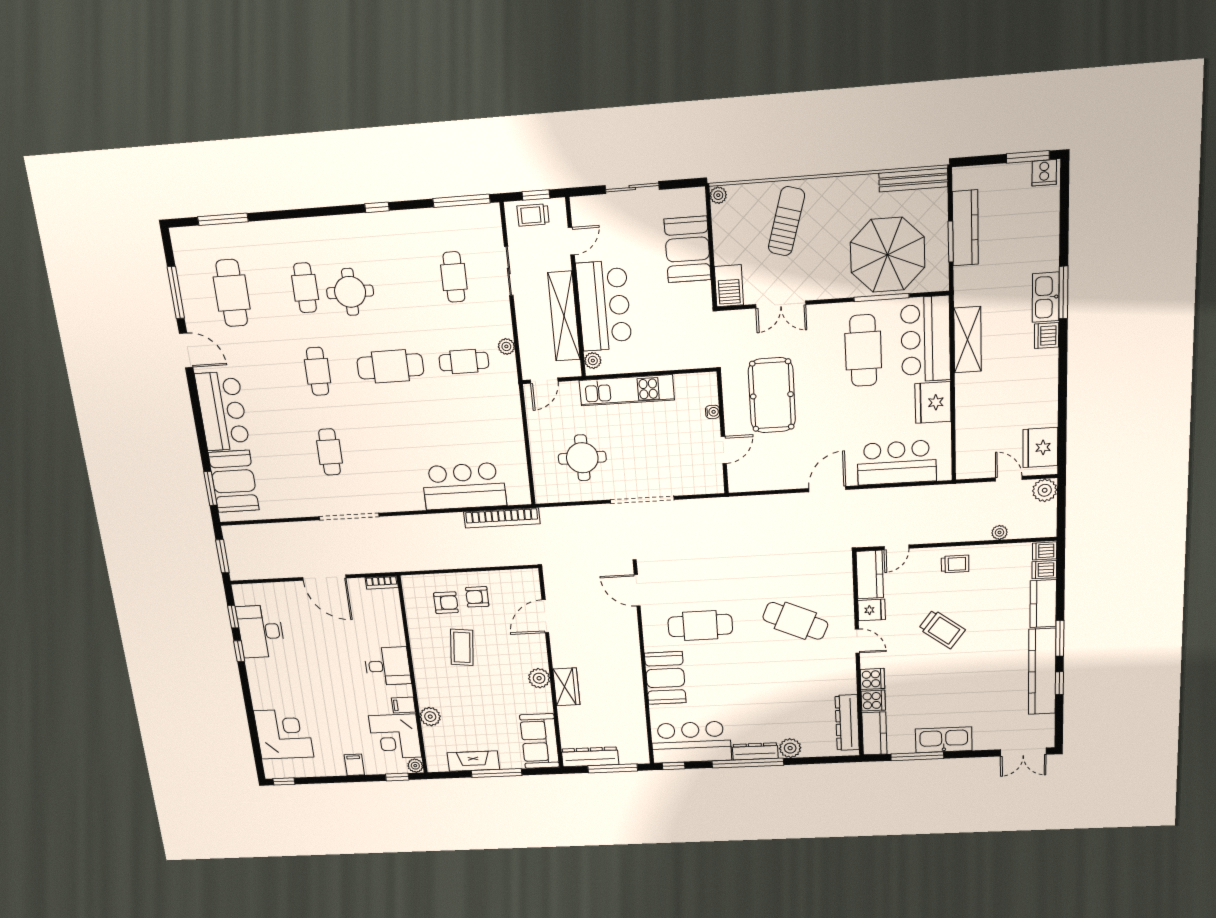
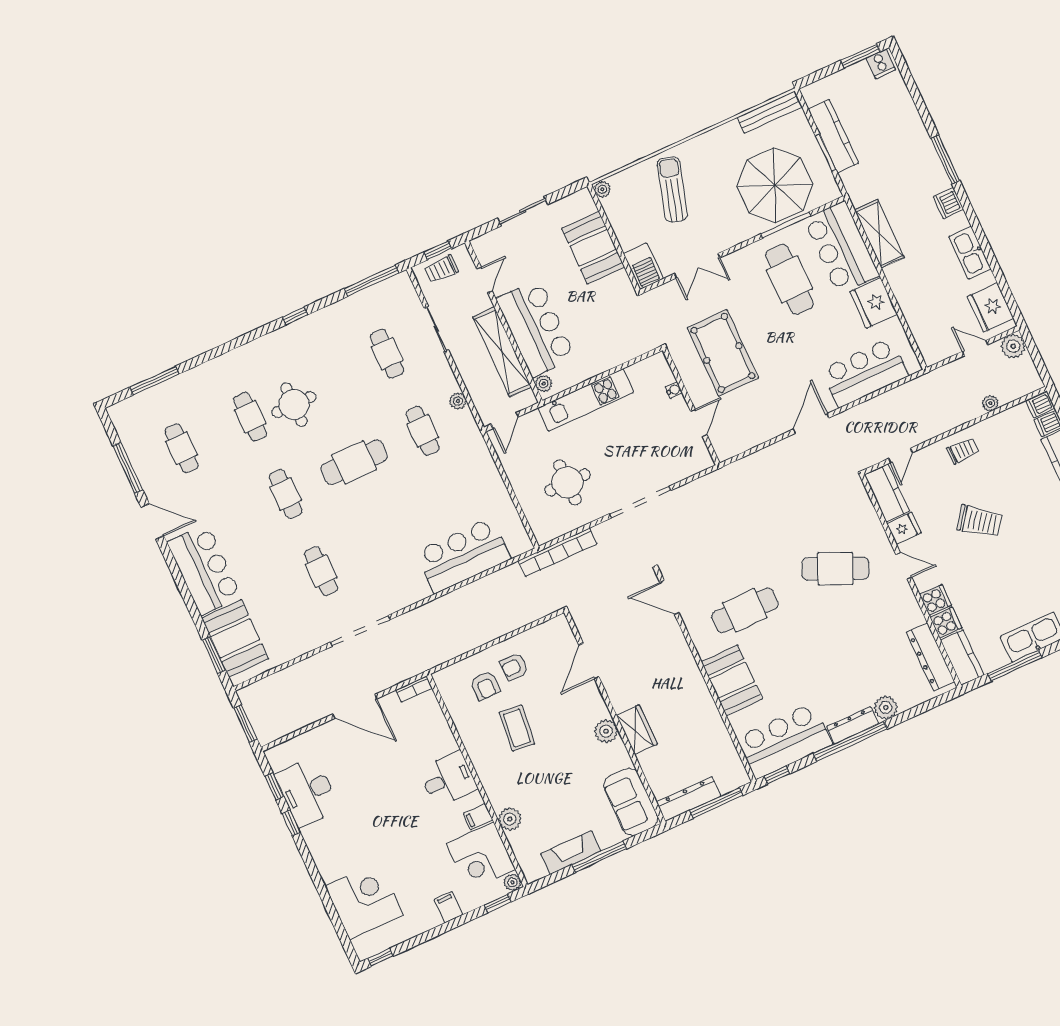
cafe table: (232, 293) -> (182, 448), width x0.73, depth x0.74
kitchen sink: (1046, 297) -> (970, 253), moved
cafe table: (464, 361) -> (423, 431), turned 90
bookcase: (502, 518) -> (558, 552), moved
armchair: (446, 603) -> (485, 685), turned 90

